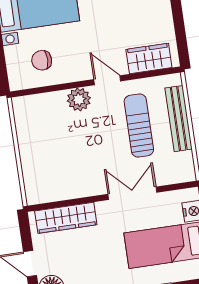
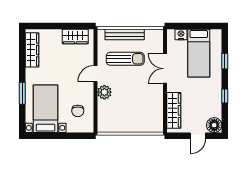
wardrobe: (149, 58) -> (75, 36), moved, turned -90
sun lounger: (139, 126) -> (125, 59), turned 180

